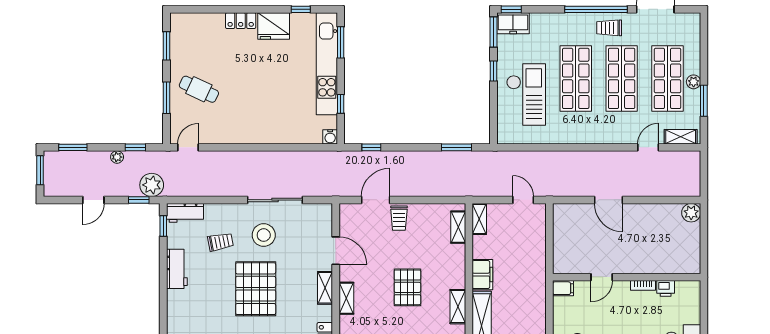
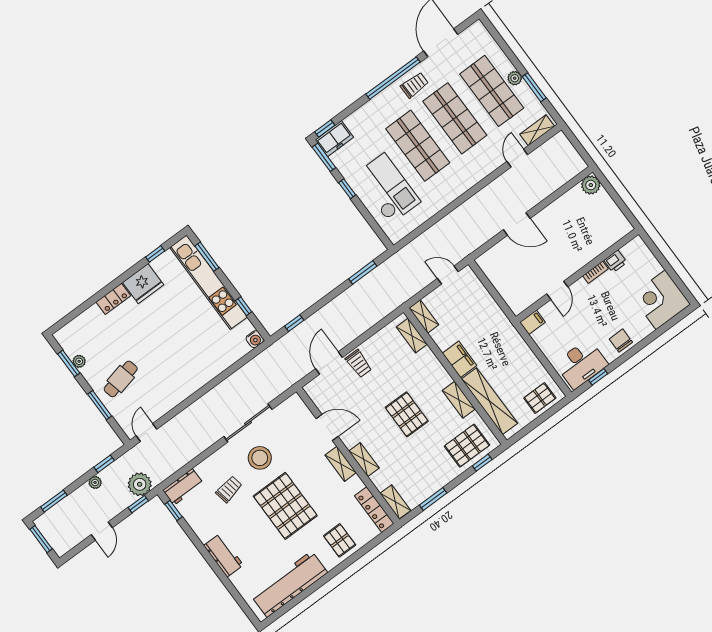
trolley: (609, 28) -> (415, 85), turned 180
plant: (176, 50) -> (79, 361), added
cafe table: (199, 89) -> (121, 379), turned -38
workbench: (177, 269) -> (224, 555), moved

